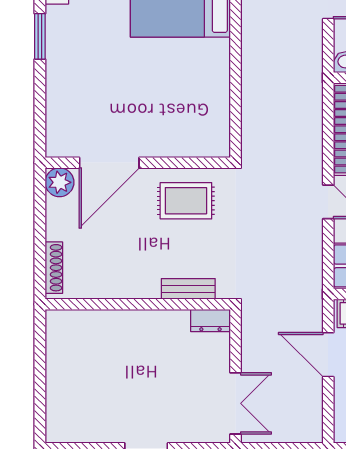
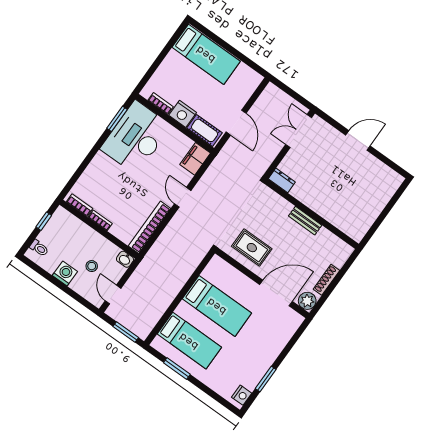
bed: (177, 88) -> (217, 306), added
shoe rack: (54, 268) -> (326, 280), moved
bench: (188, 289) -> (305, 221), moved

